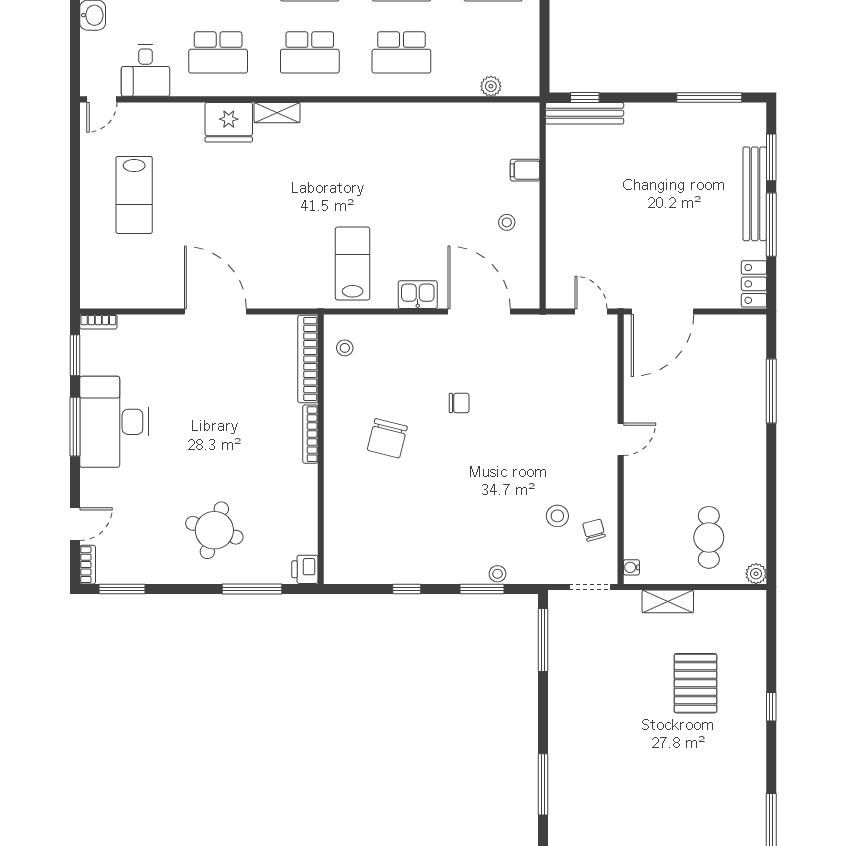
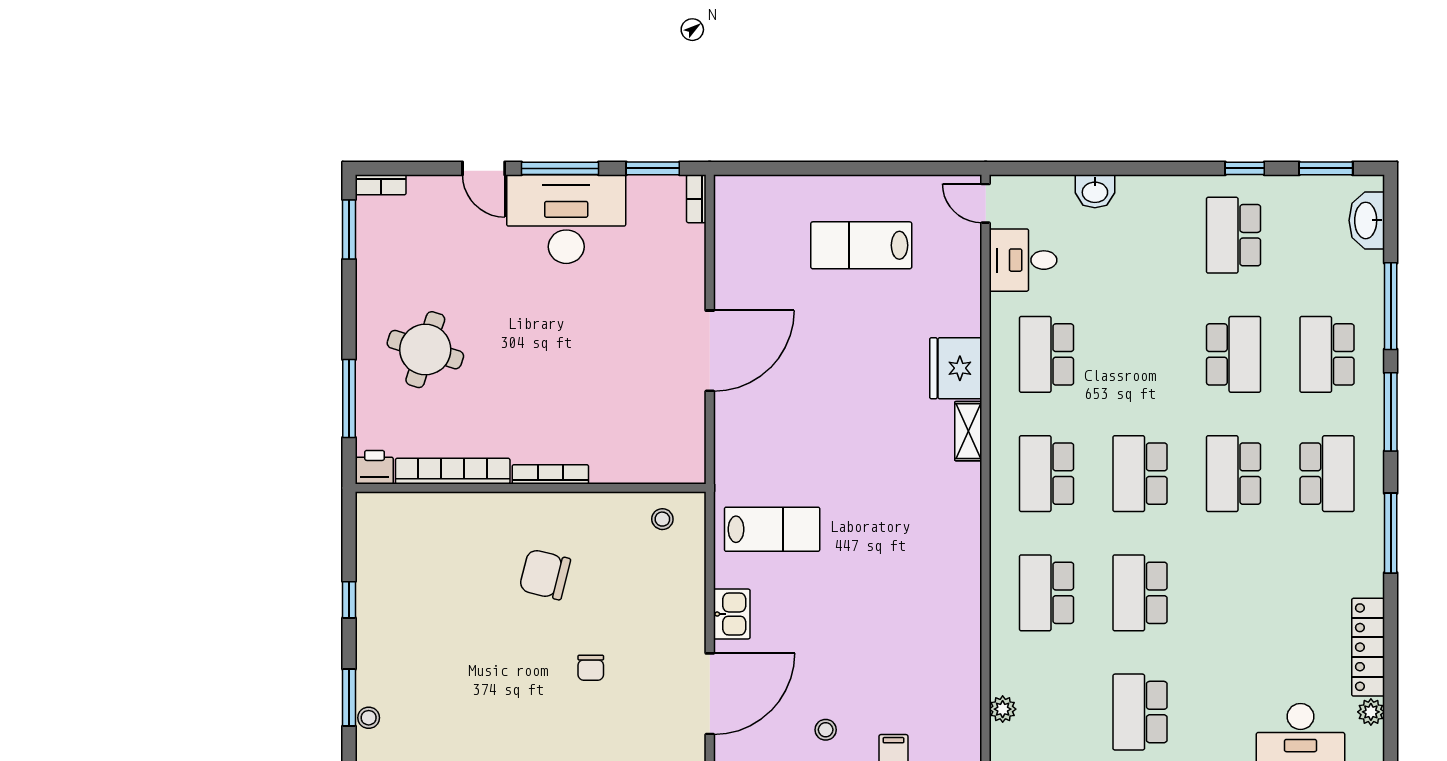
bookcase: (308, 359) -> (453, 471), moved
door: (75, 524) -> (484, 168), moved

